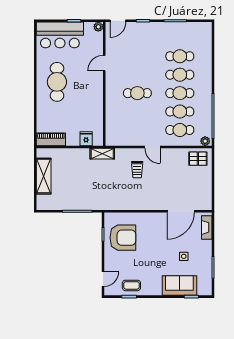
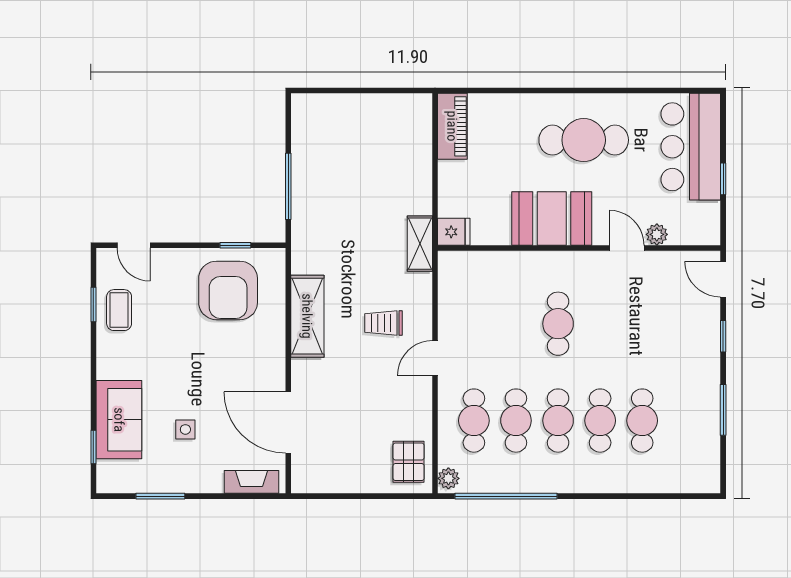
plant: (98, 27) -> (657, 234), moved
booth: (91, 96) -> (552, 219), added
fridge: (86, 139) -> (454, 232), moved
shelving: (44, 176) -> (307, 316), moved, turned 90

